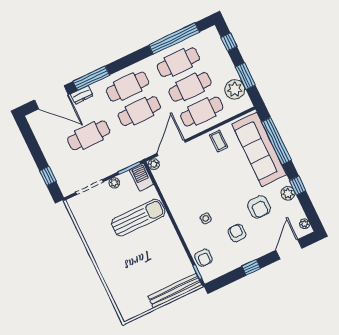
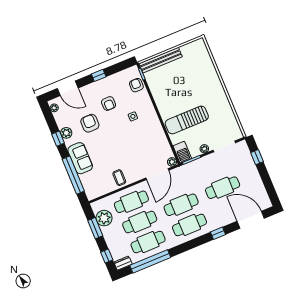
window: (91, 78) -> (218, 233), width x0.46
dresser: (82, 95) -> (123, 263), moved
sofa: (259, 149) -> (80, 158), width x0.54, depth x0.79
door: (289, 249) -> (68, 88), hinge flipped

